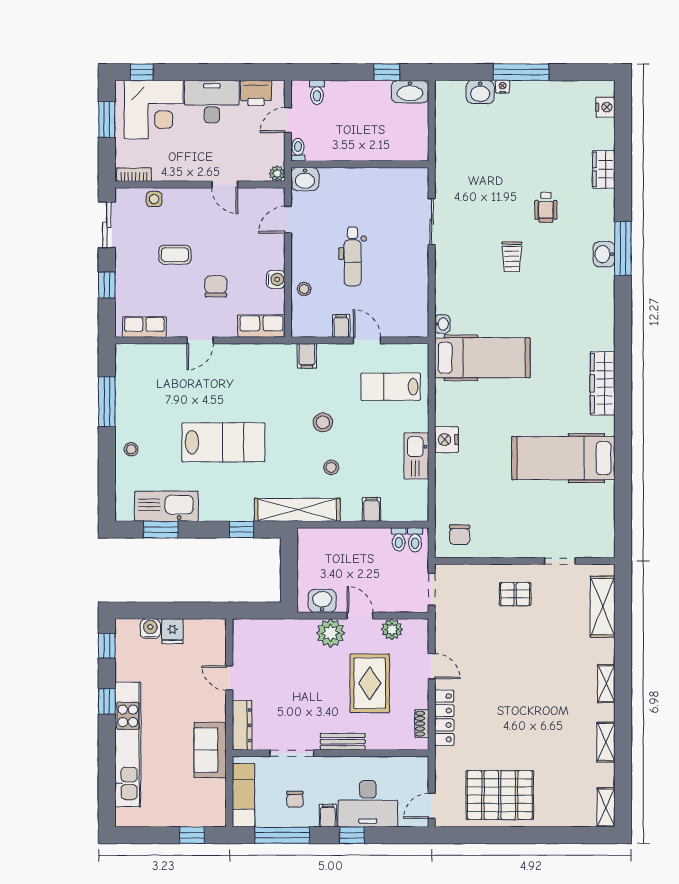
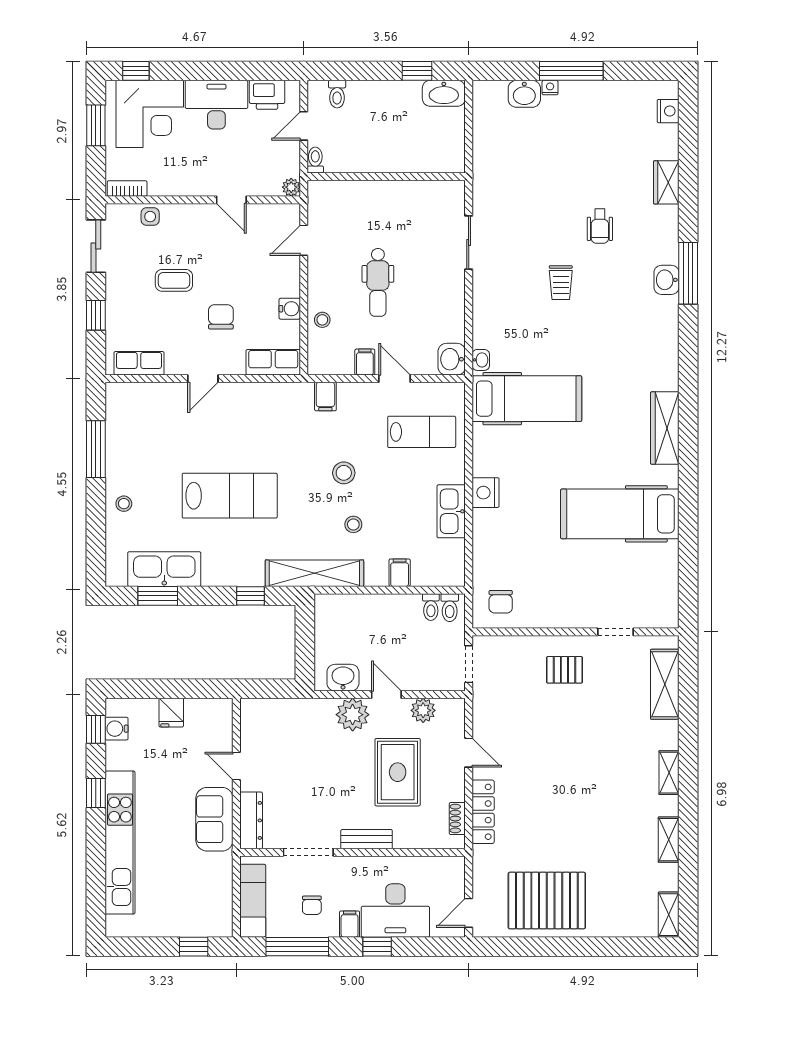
washbasin: (305, 179) -> (452, 359), moved, turned 90
lab bench: (391, 387) -> (422, 432), turned 180
water cooler: (150, 629) -> (117, 729), moved, turned -90
sofa: (210, 750) -> (214, 819), moved

